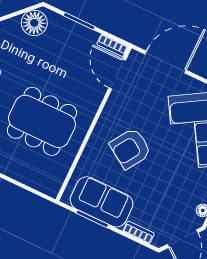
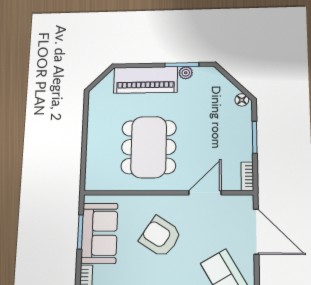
floor lamp: (34, 23) -> (242, 100), width x0.53, depth x0.53
door: (117, 74) -> (205, 193), moved

